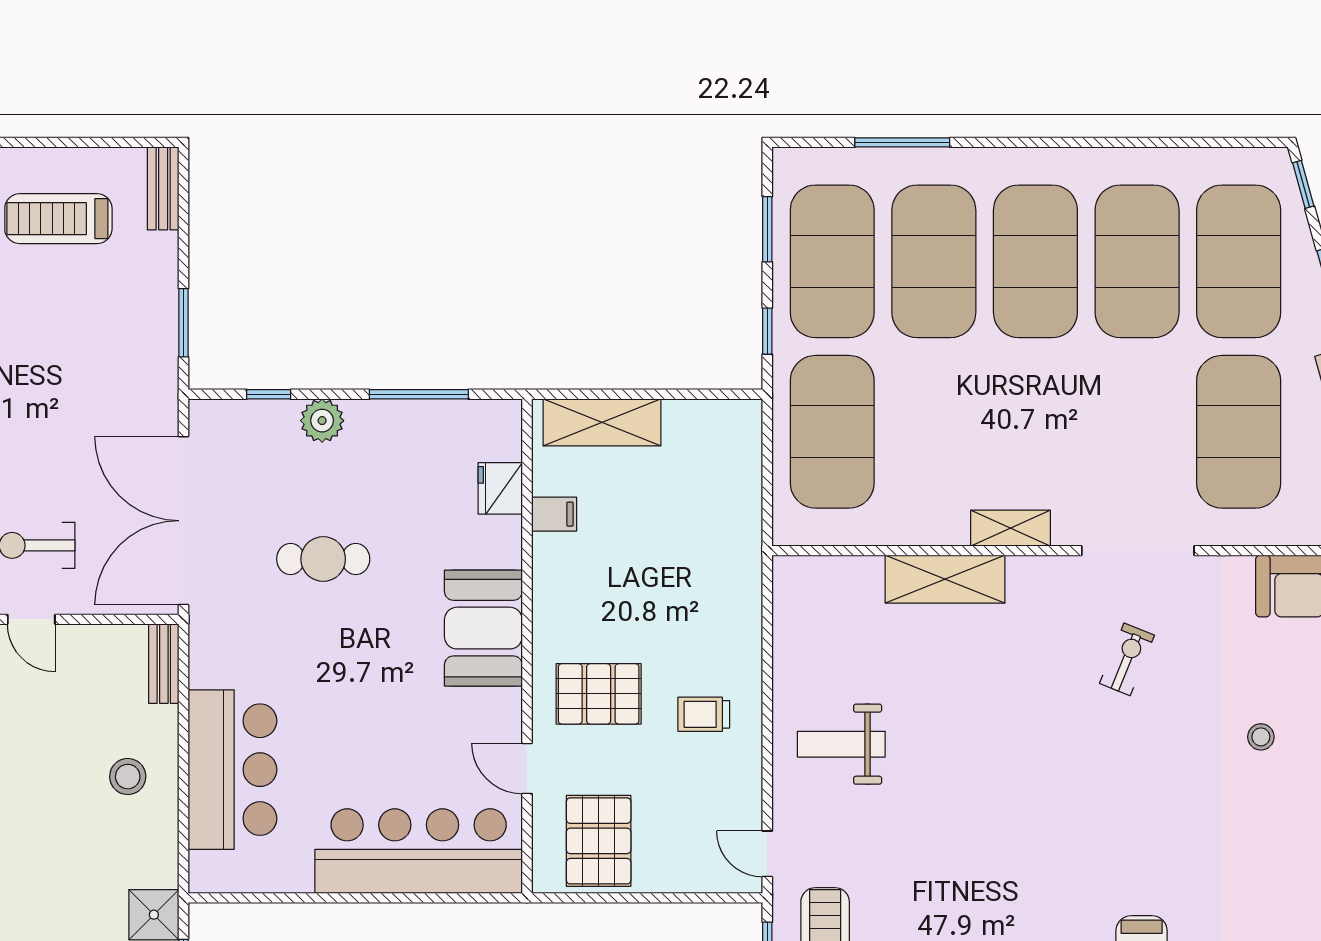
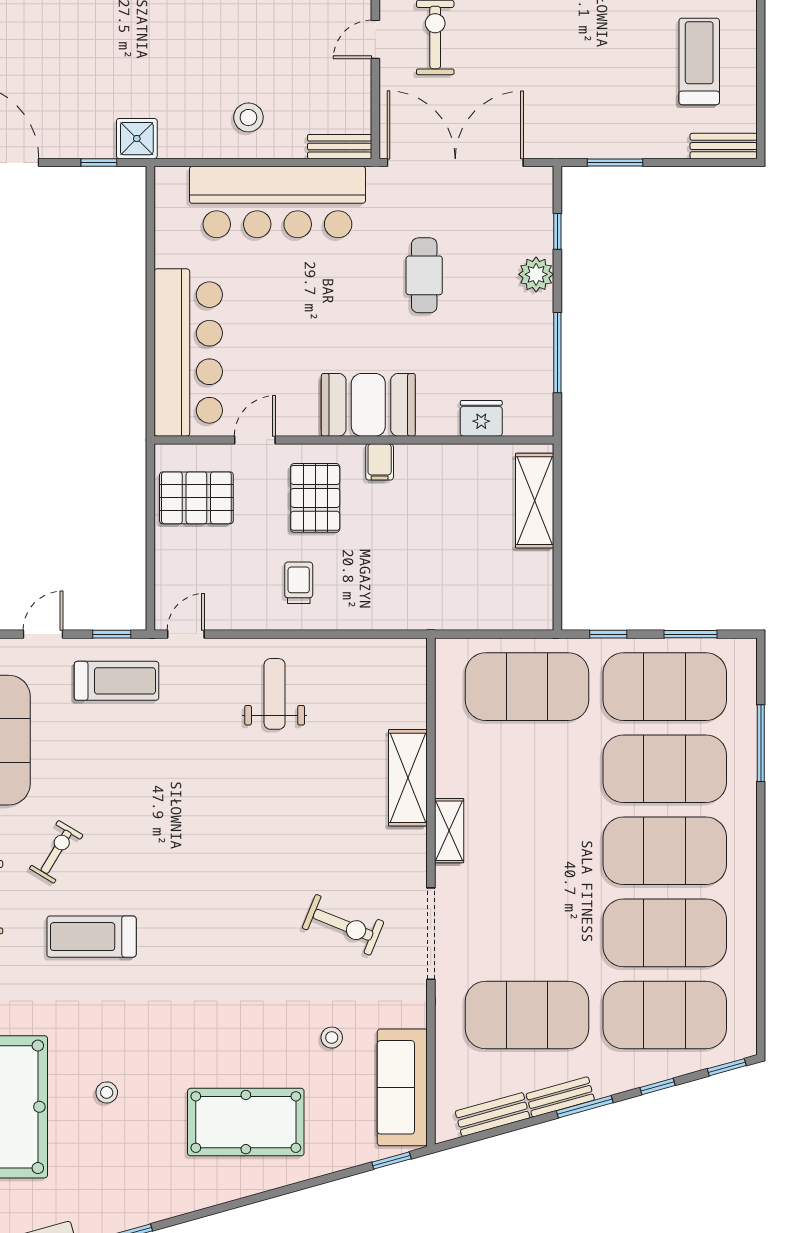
filing cabinet: (554, 514) -> (380, 462), moved
exercise bike: (1127, 659) -> (343, 925), width x1.38, depth x1.39
stool: (1261, 737) -> (332, 1038), moved
bar counter: (232, 770) -> (277, 202), width x1.36

